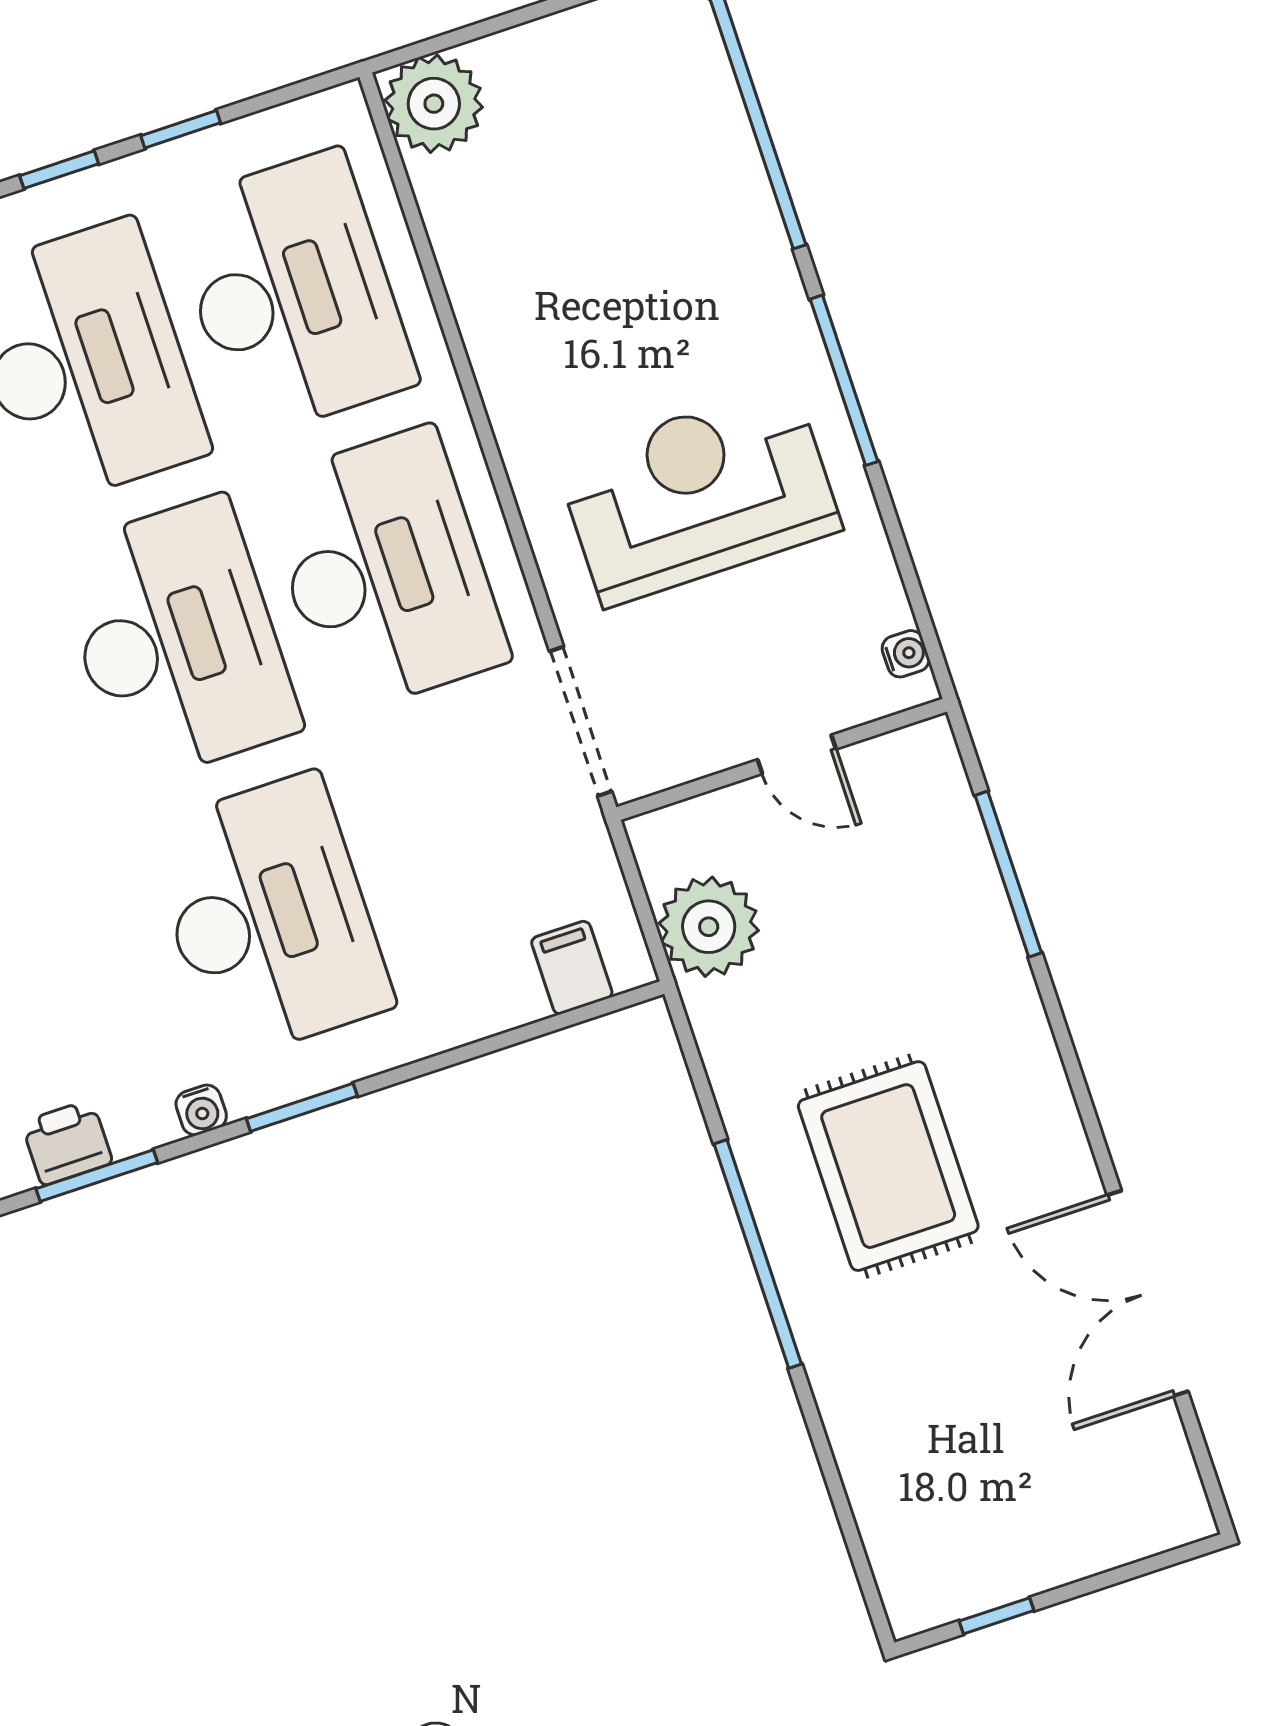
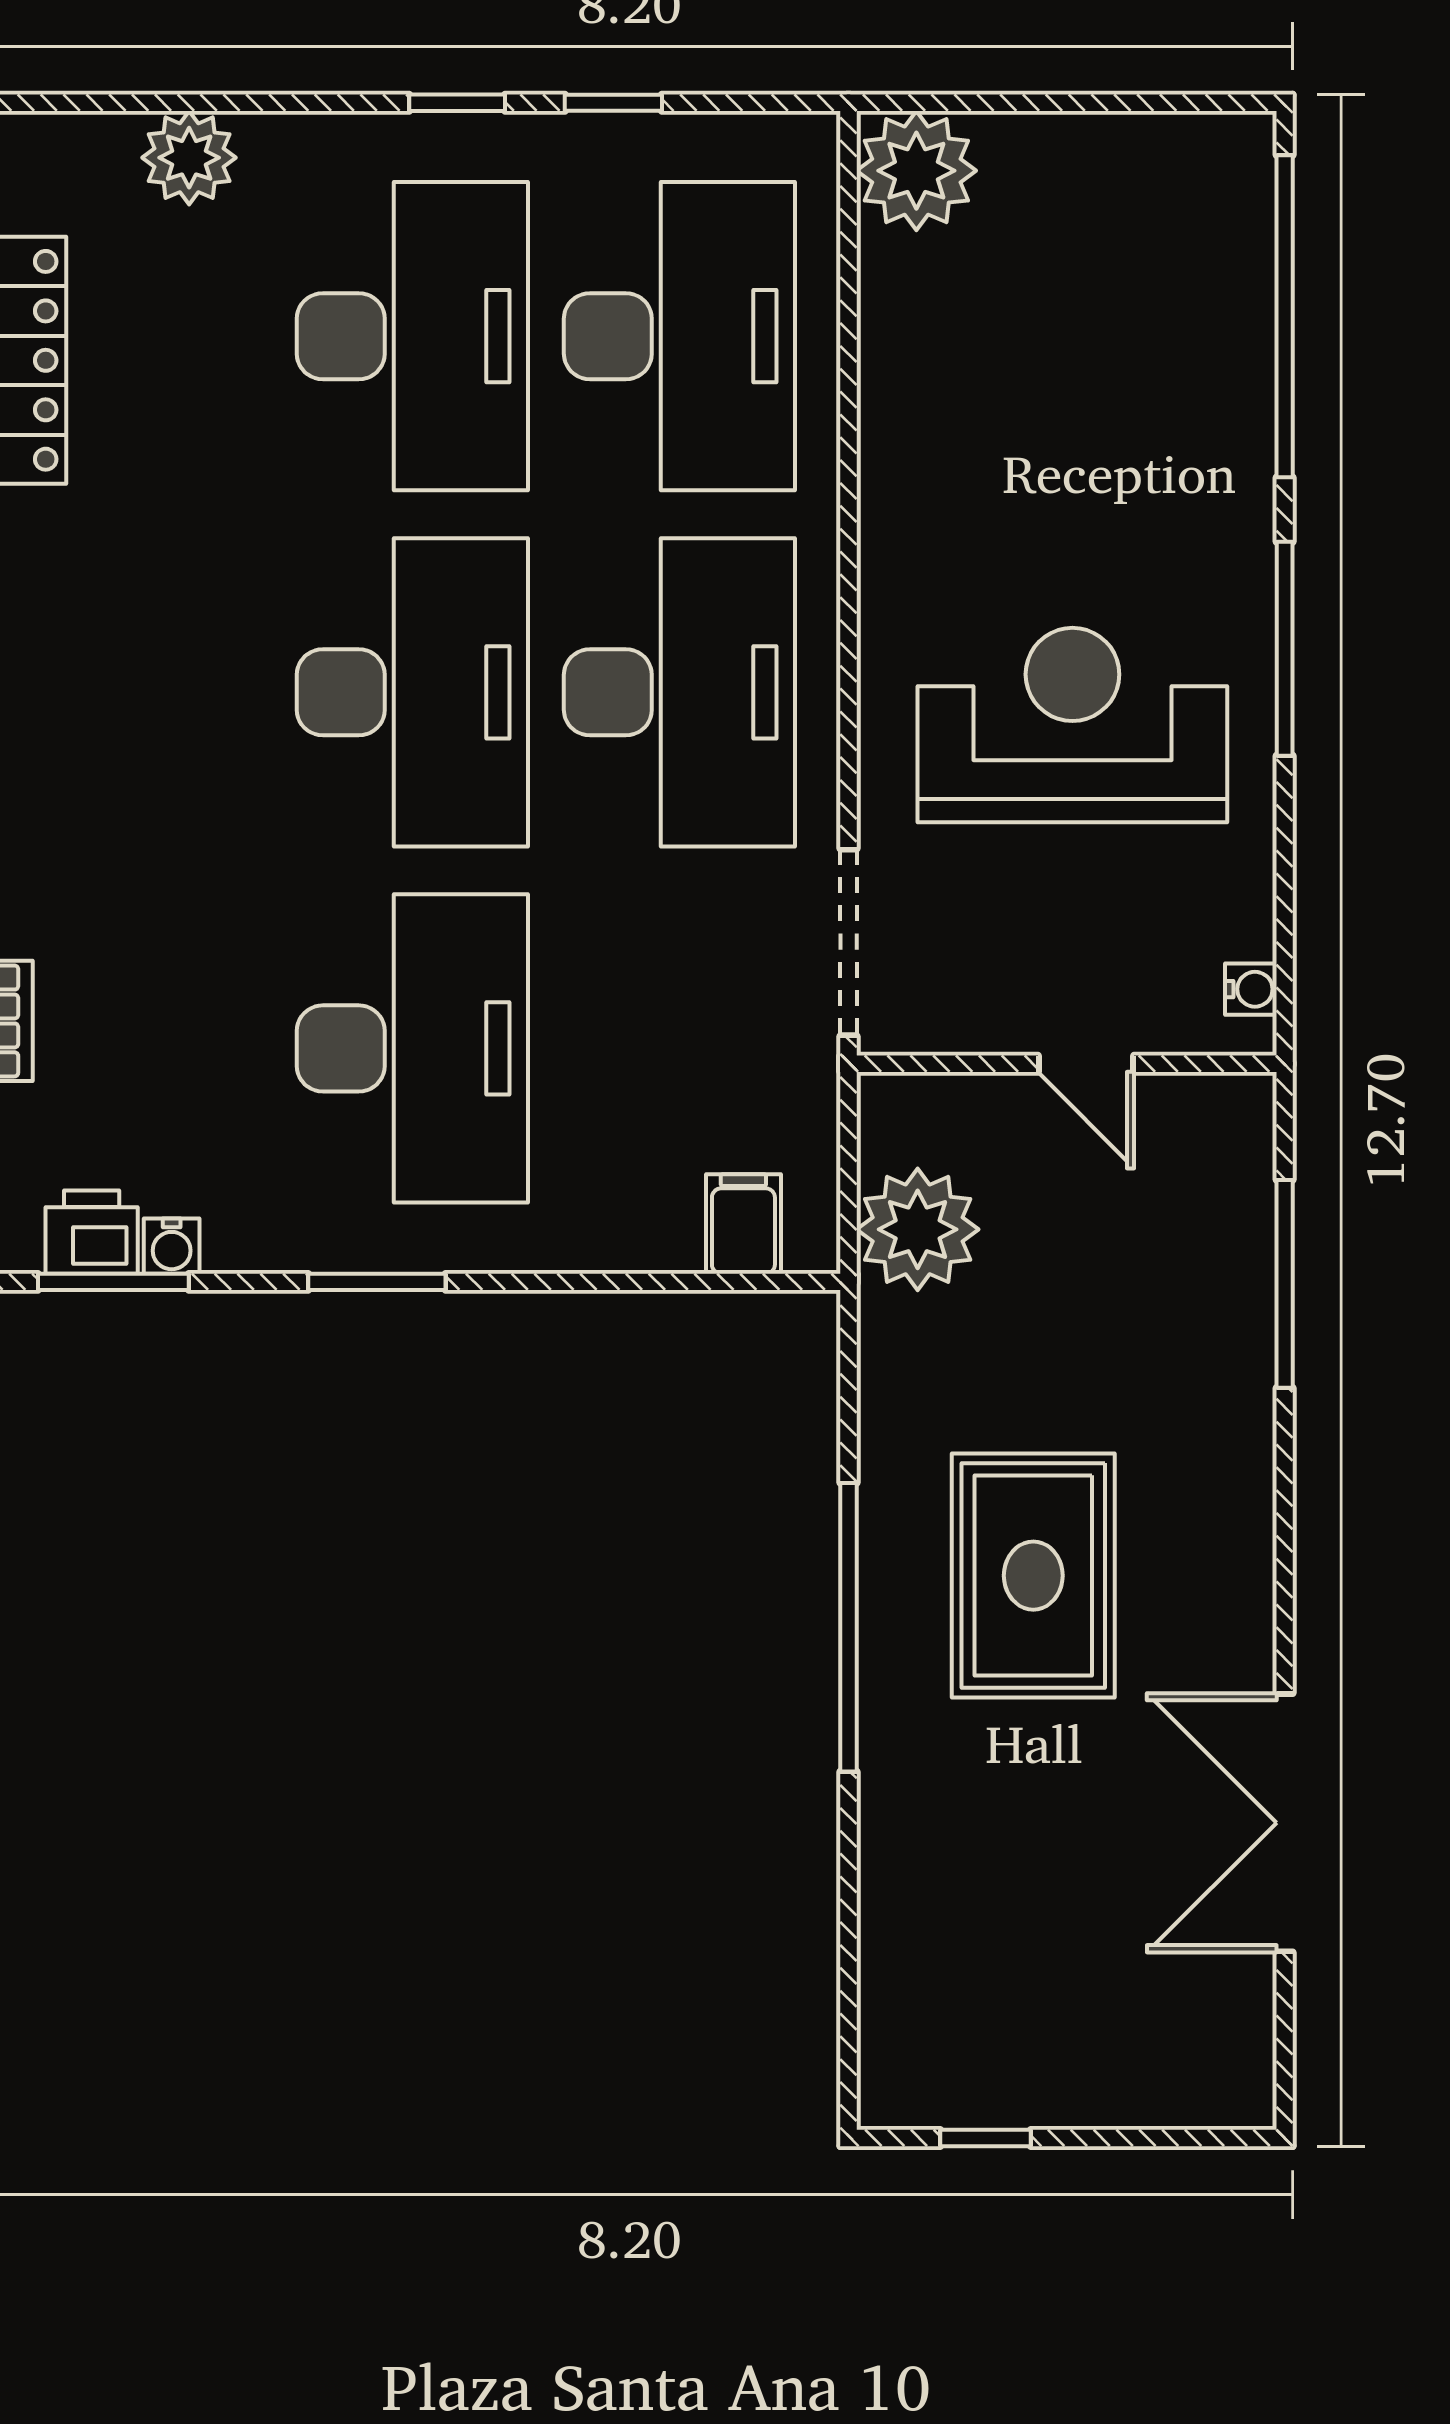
water cooler: (201, 1110) -> (172, 1246), moved

